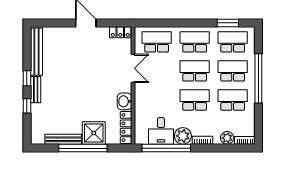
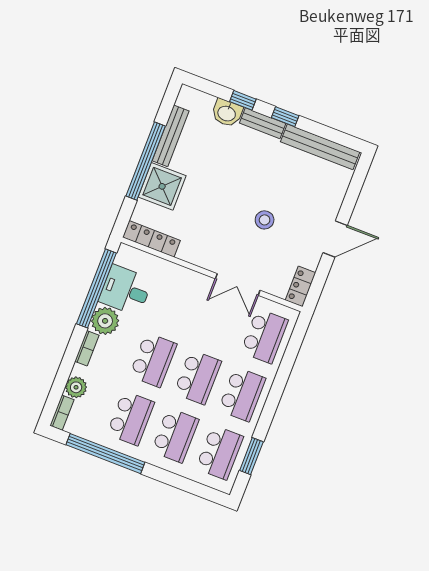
stool: (90, 67) -> (265, 220), added
window: (258, 78) -> (105, 454), moved
washbasin: (124, 101) -> (227, 113), moved, turned 180

